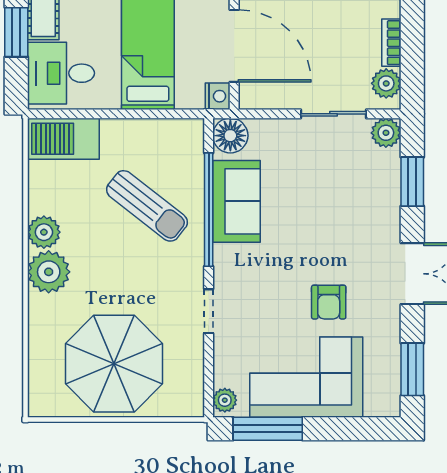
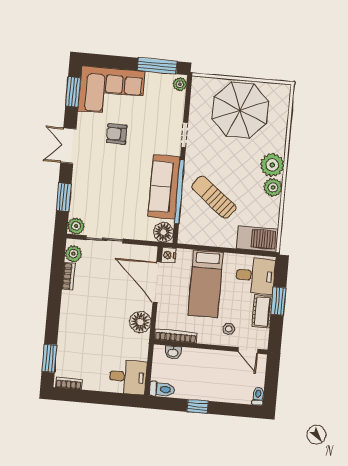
sofa: (236, 201) -> (164, 187), width x1.36
armchair: (329, 302) -> (117, 134), turned -90
corner sofa: (306, 377) -> (112, 91), moved

